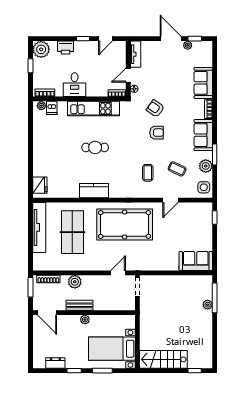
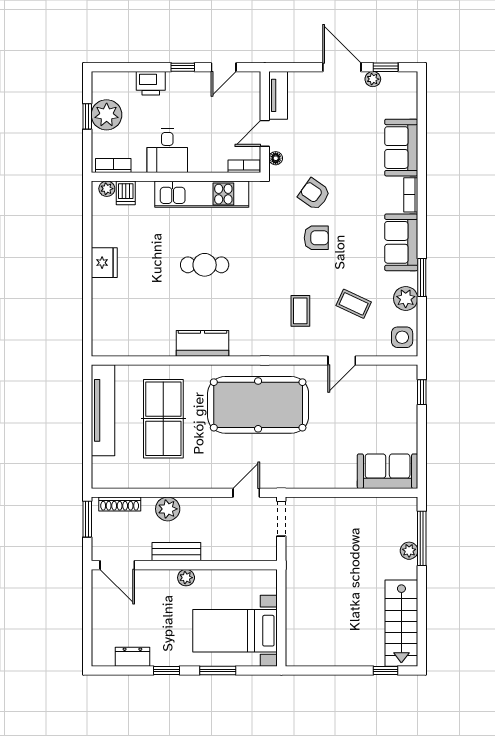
plant: (41, 49) -> (107, 115), moved
fridge: (40, 185) -> (104, 263), moved
stairs: (163, 359) -> (401, 623), moved, turned -90

